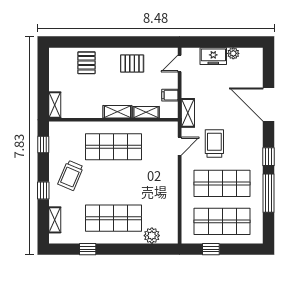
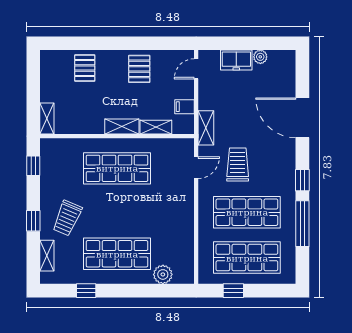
pallet: (132, 63) -> (139, 69), turned 90
trolley: (71, 175) -> (67, 218), moved

